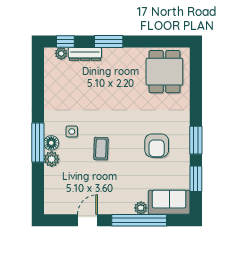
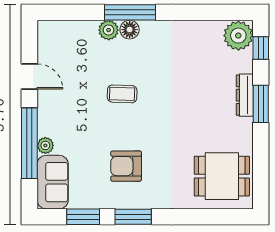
plant: (61, 53) -> (238, 36), width x1.88, depth x1.88
dresser: (85, 54) -> (245, 95), moved
side table: (72, 132) -> (144, 56), removed

